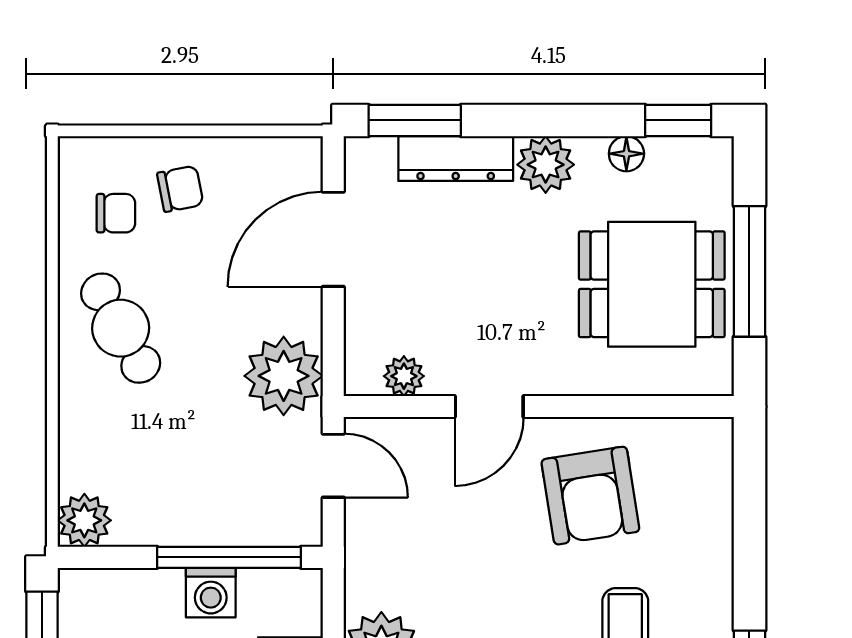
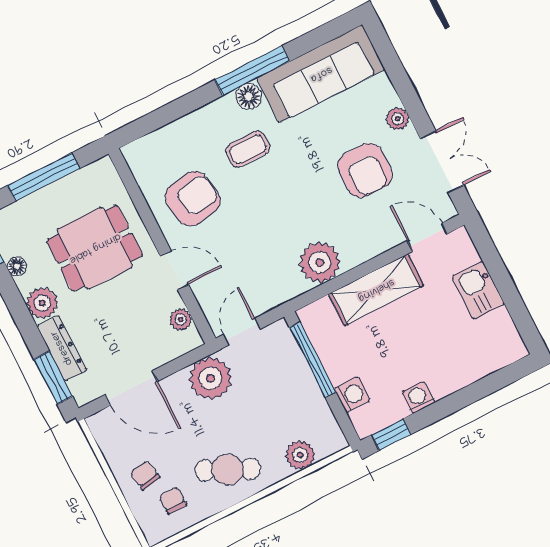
dining table: (652, 284) -> (95, 248), moved, turned 90
cafe table: (121, 328) -> (228, 470), turned 54
plant: (84, 520) -> (300, 455), moved
washing machine: (211, 593) -> (352, 395), moved

